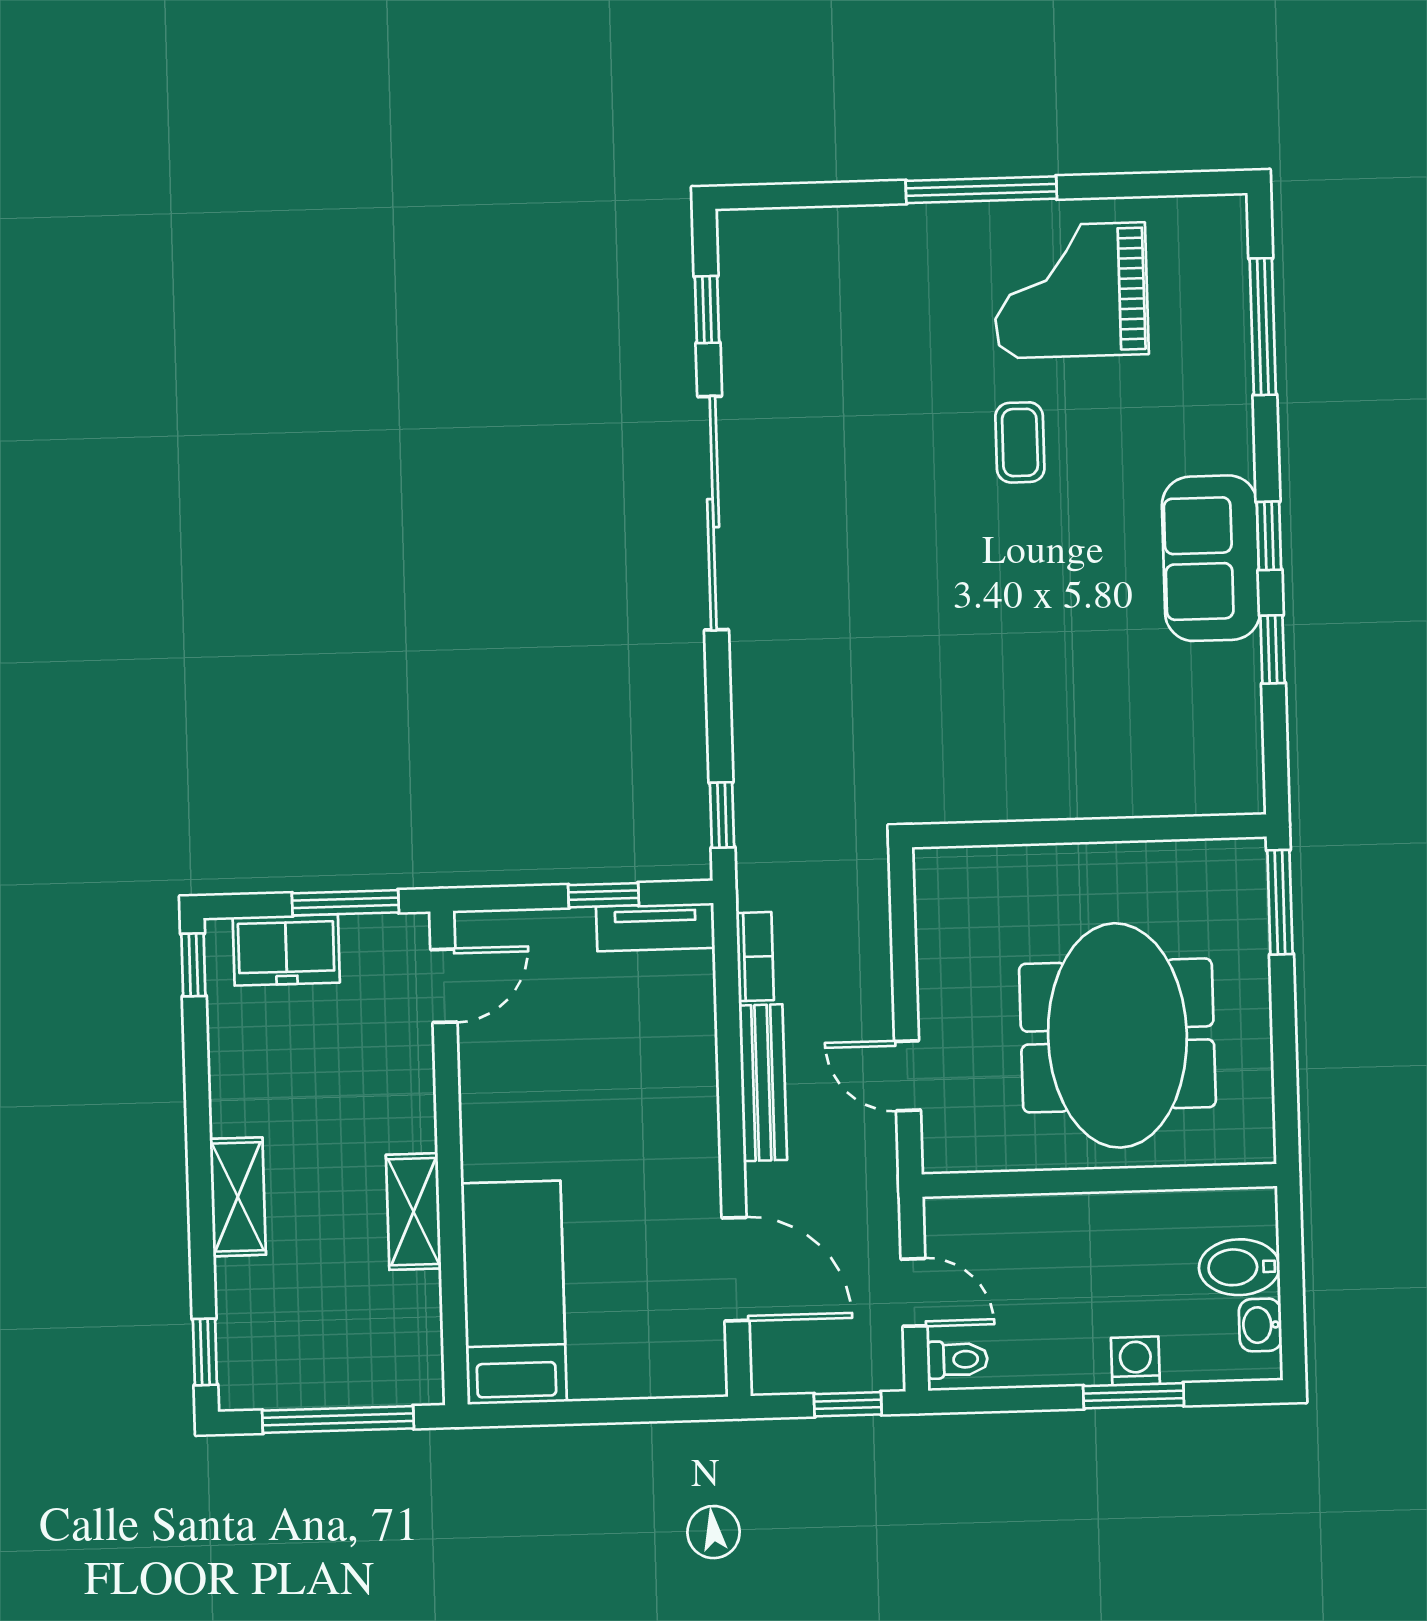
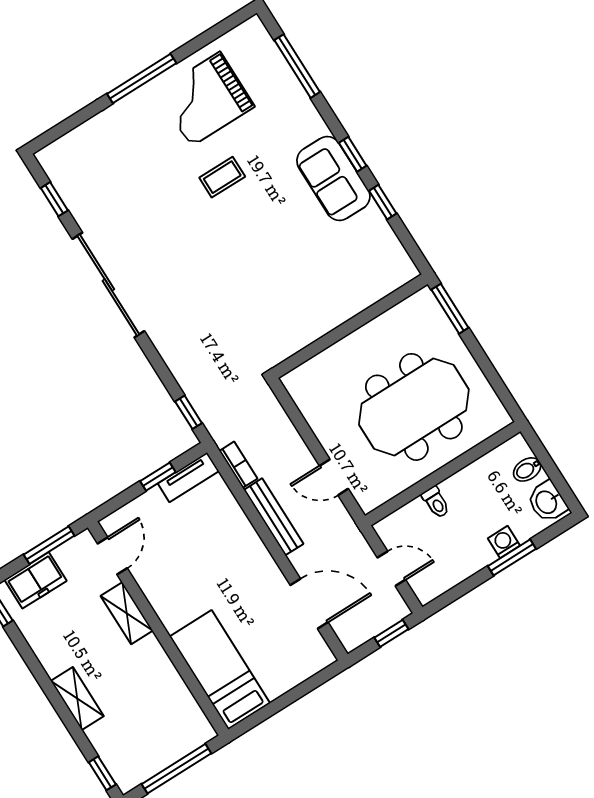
coffee table: (1020, 442) -> (222, 177), turned 90
meeting table: (1117, 1035) -> (414, 407), turned 90
shelving: (414, 1212) -> (127, 613), moved
bidet: (1239, 1267) -> (527, 469), width x0.72, depth x0.74
washbasin: (1260, 1325) -> (547, 502), width x1.38, depth x1.45
toilet: (957, 1359) -> (436, 502), moved, turned 90

